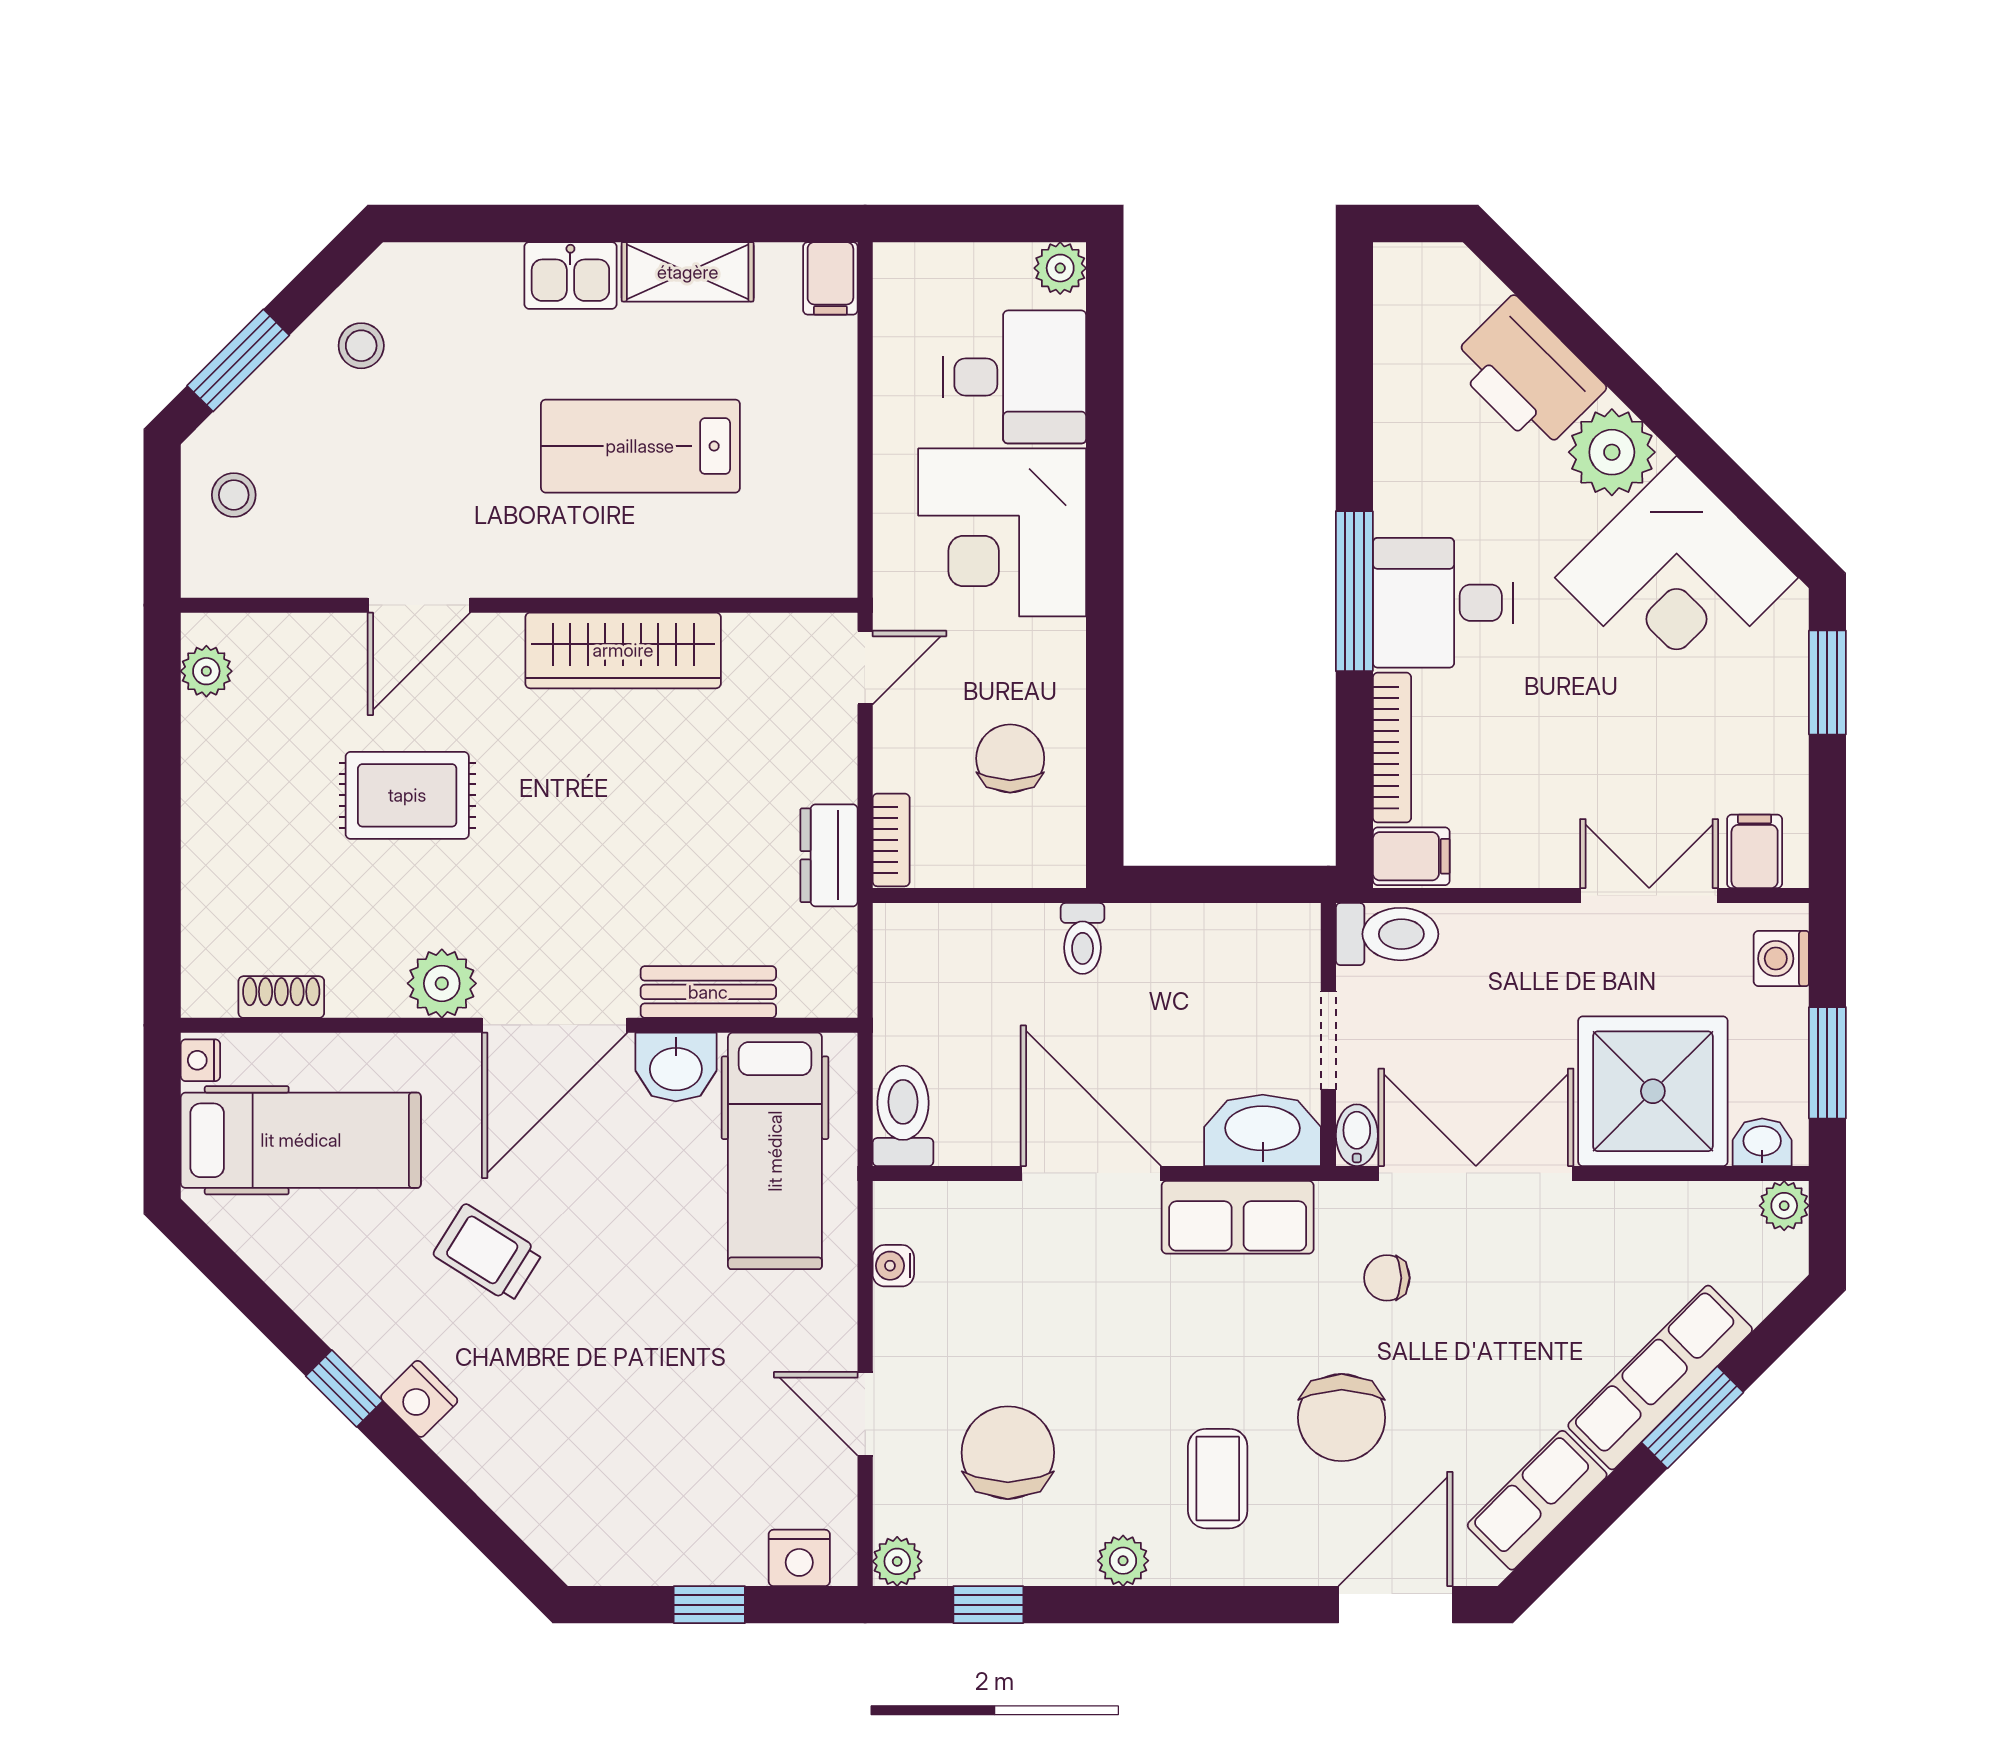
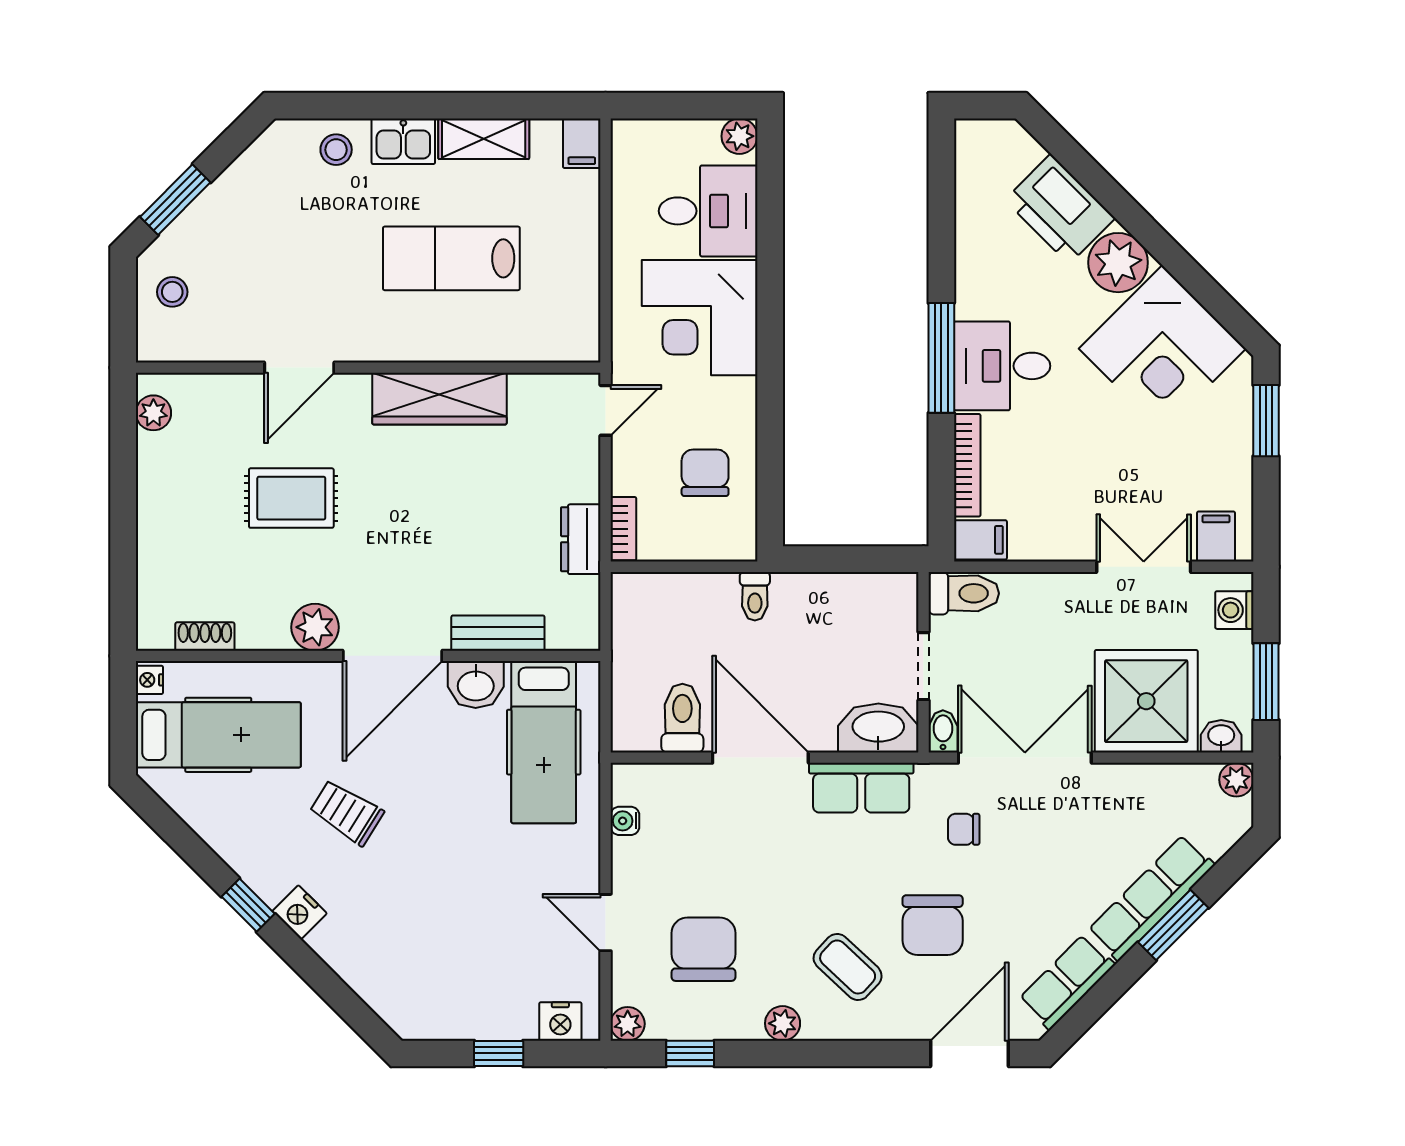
stool: (361, 346) -> (336, 150), moved
toilet: (903, 1116) -> (682, 718), moved
coffee table: (1218, 1479) -> (848, 967), turned -47

